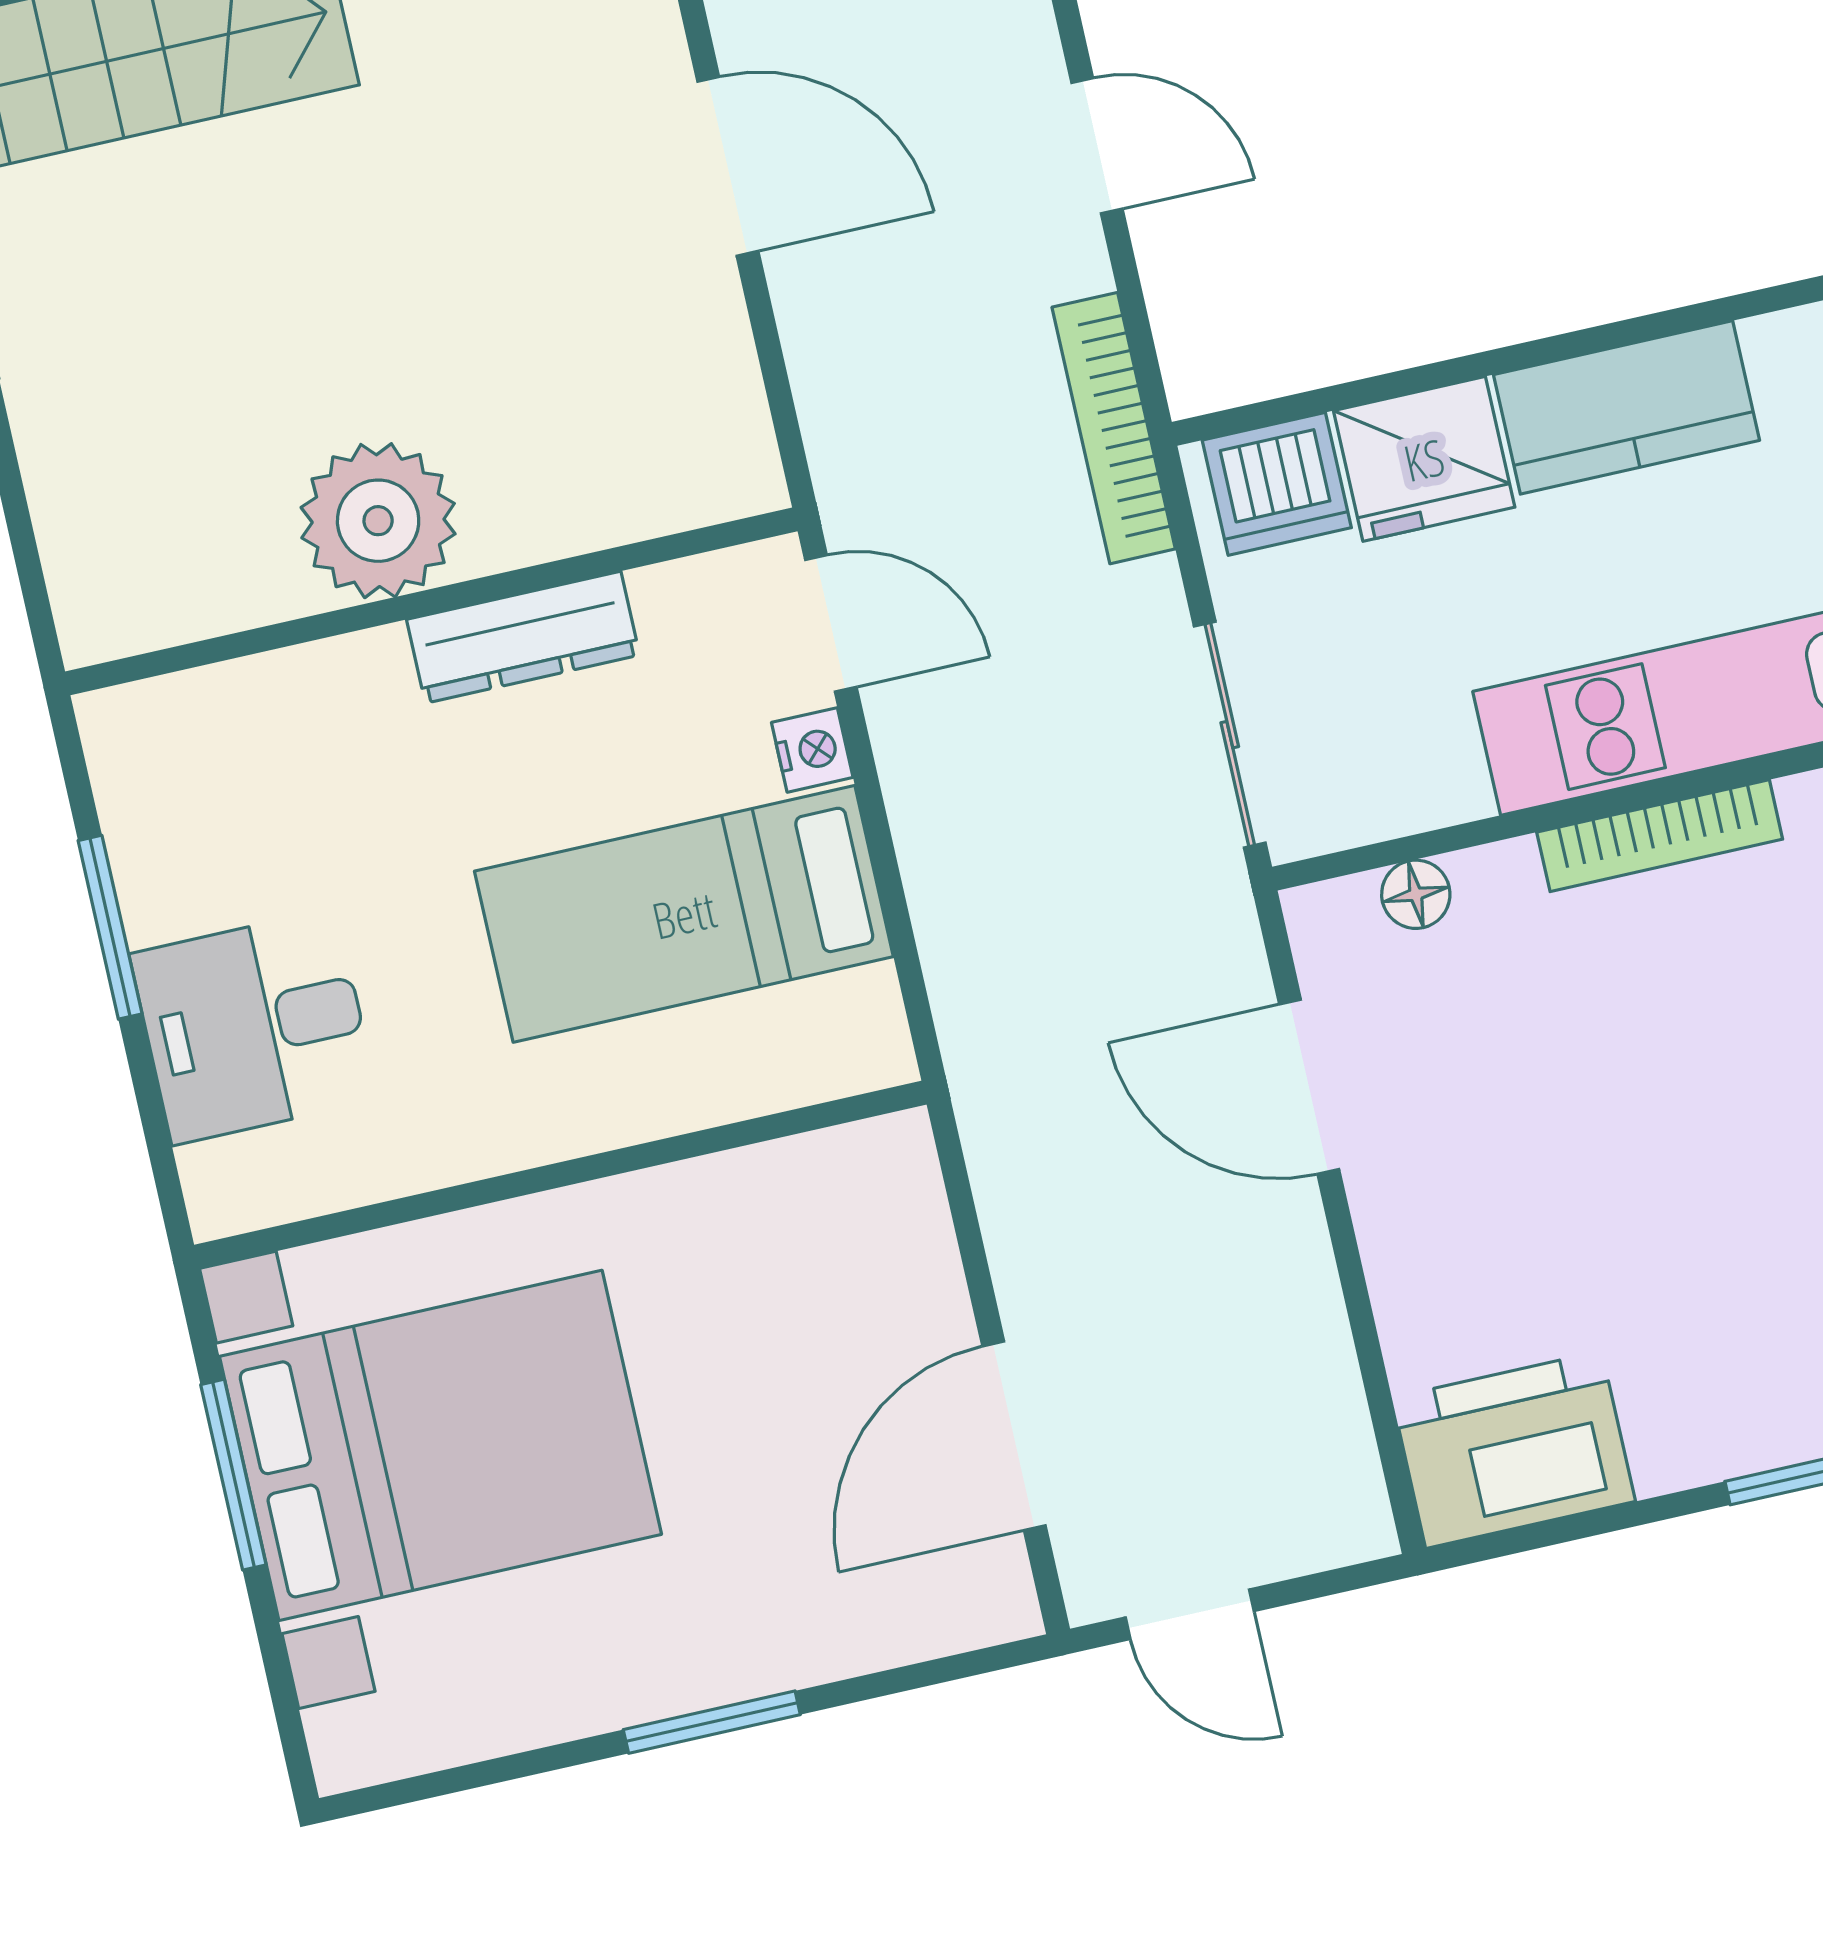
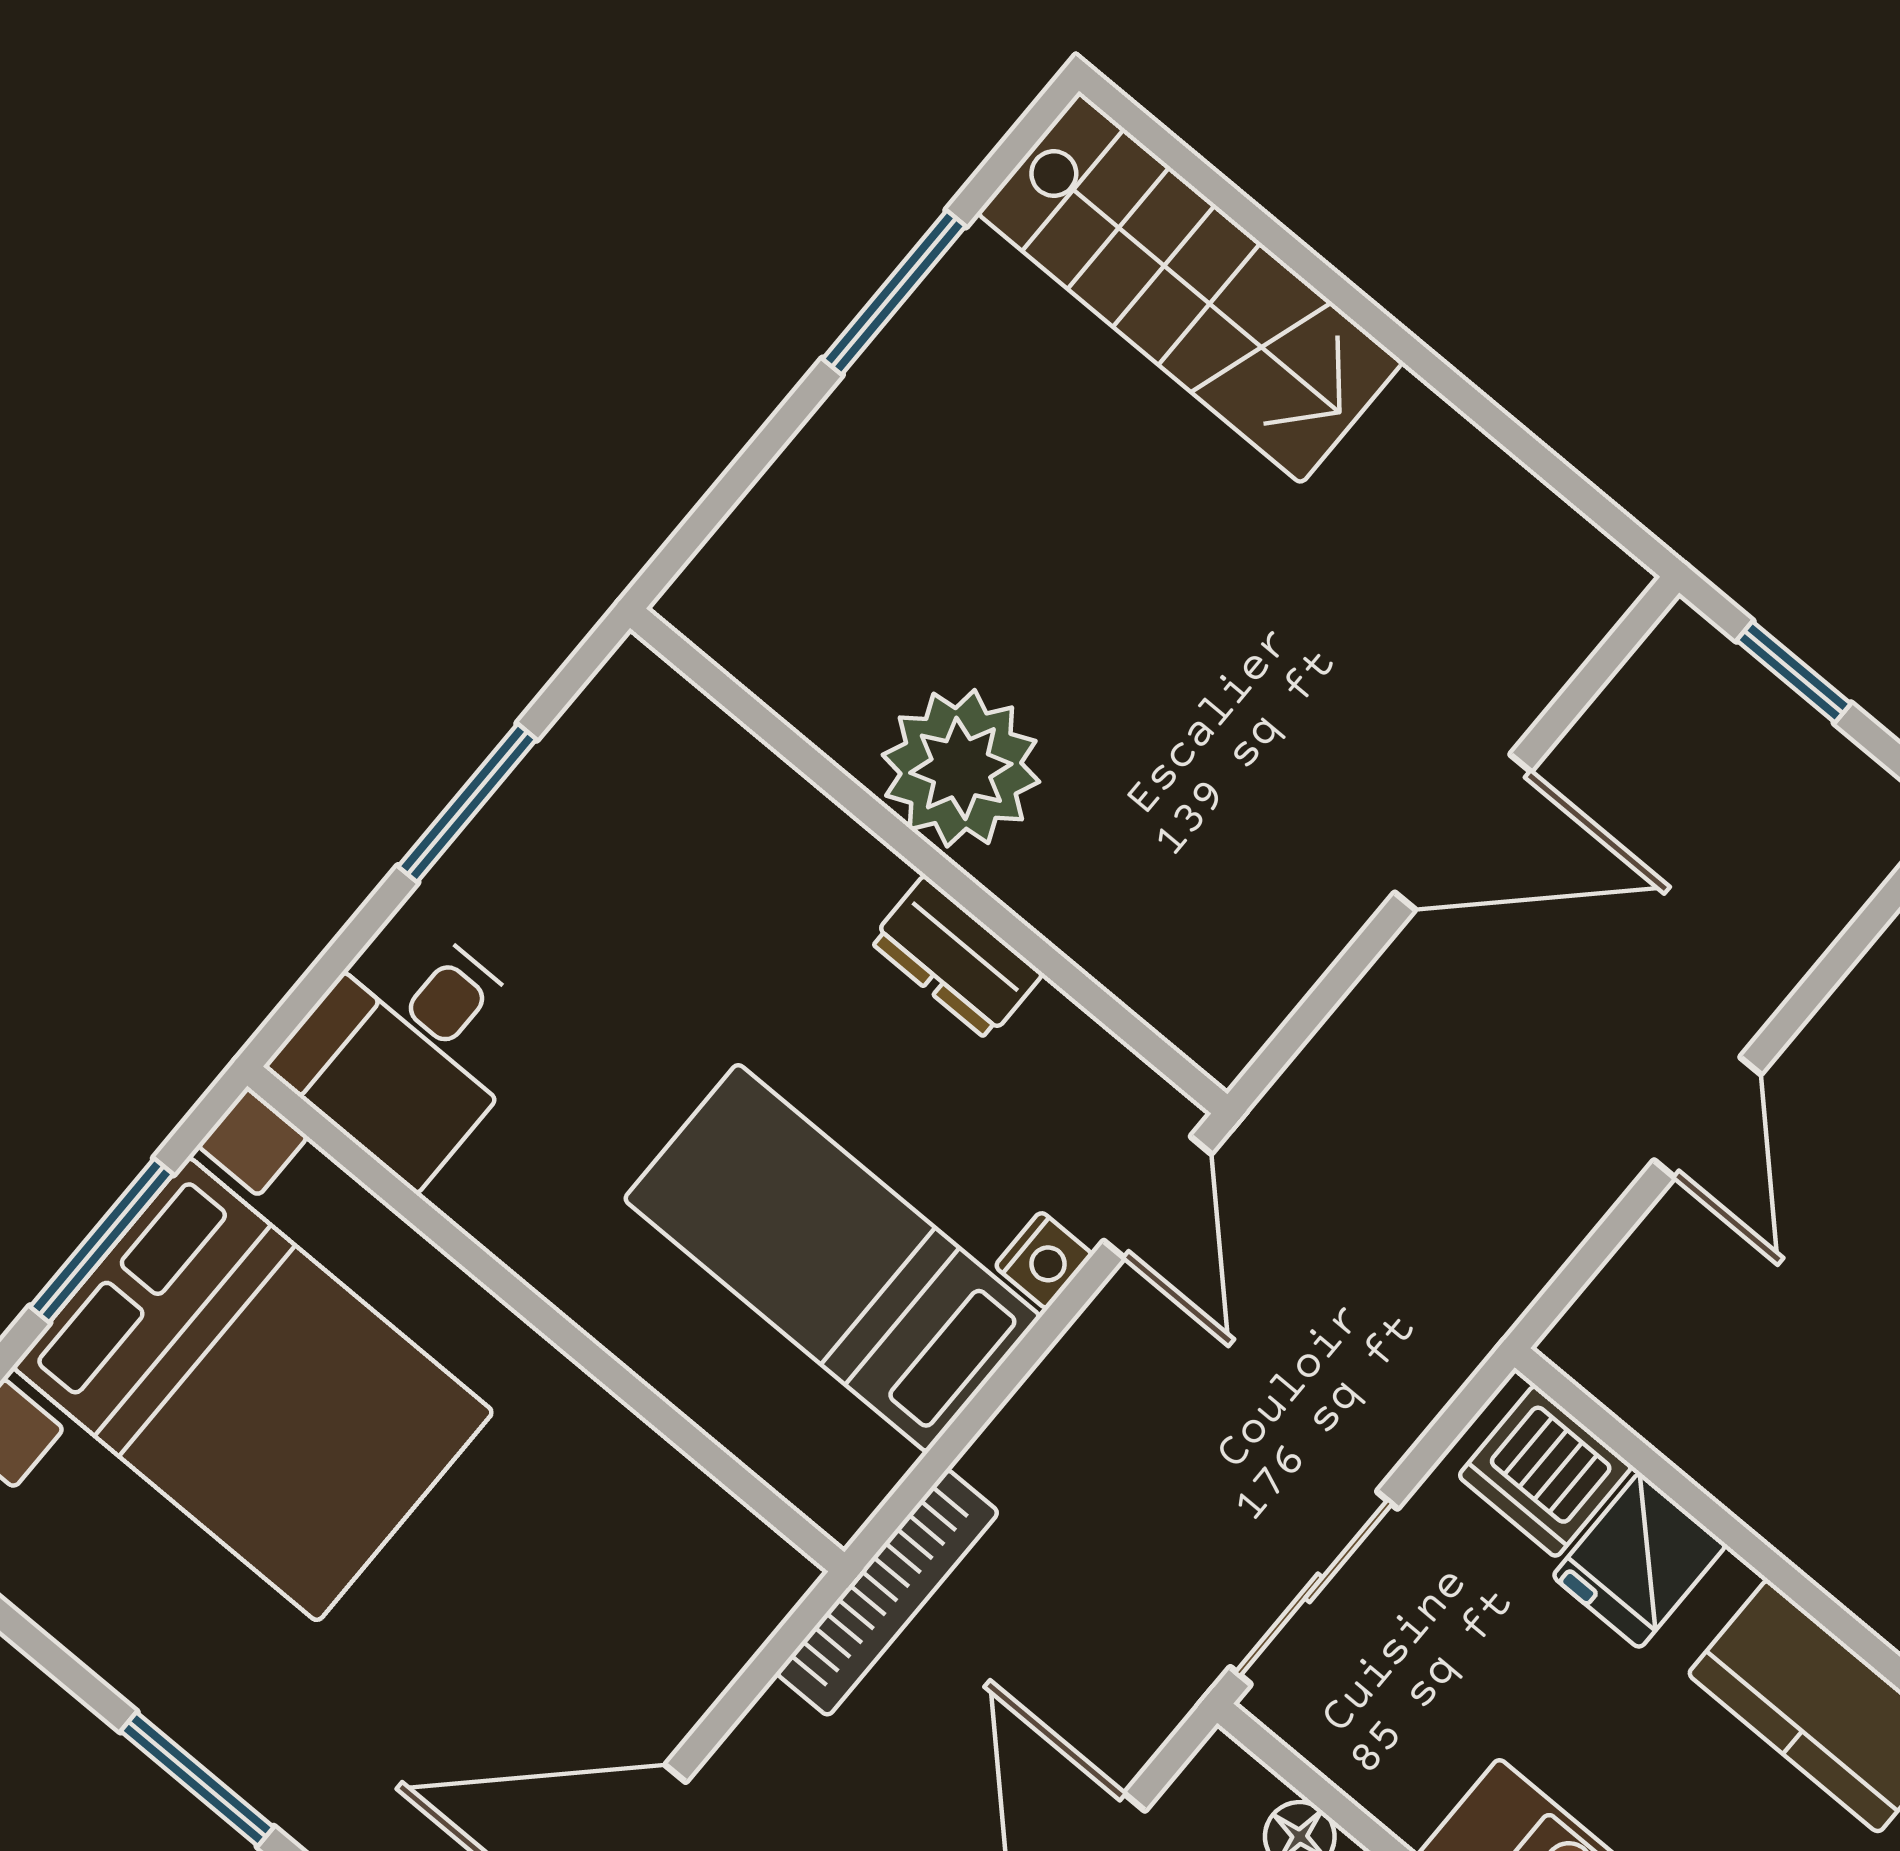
door: (728, 166) -> (1463, 832), hinge flipped
bookcase: (1114, 428) -> (887, 1593), moved, turned 180
fridge: (1424, 459) -> (1640, 1560), width x0.72
dresser: (523, 637) -> (956, 957), width x0.70
desk: (254, 1027) -> (409, 1048), moved, turned -90

